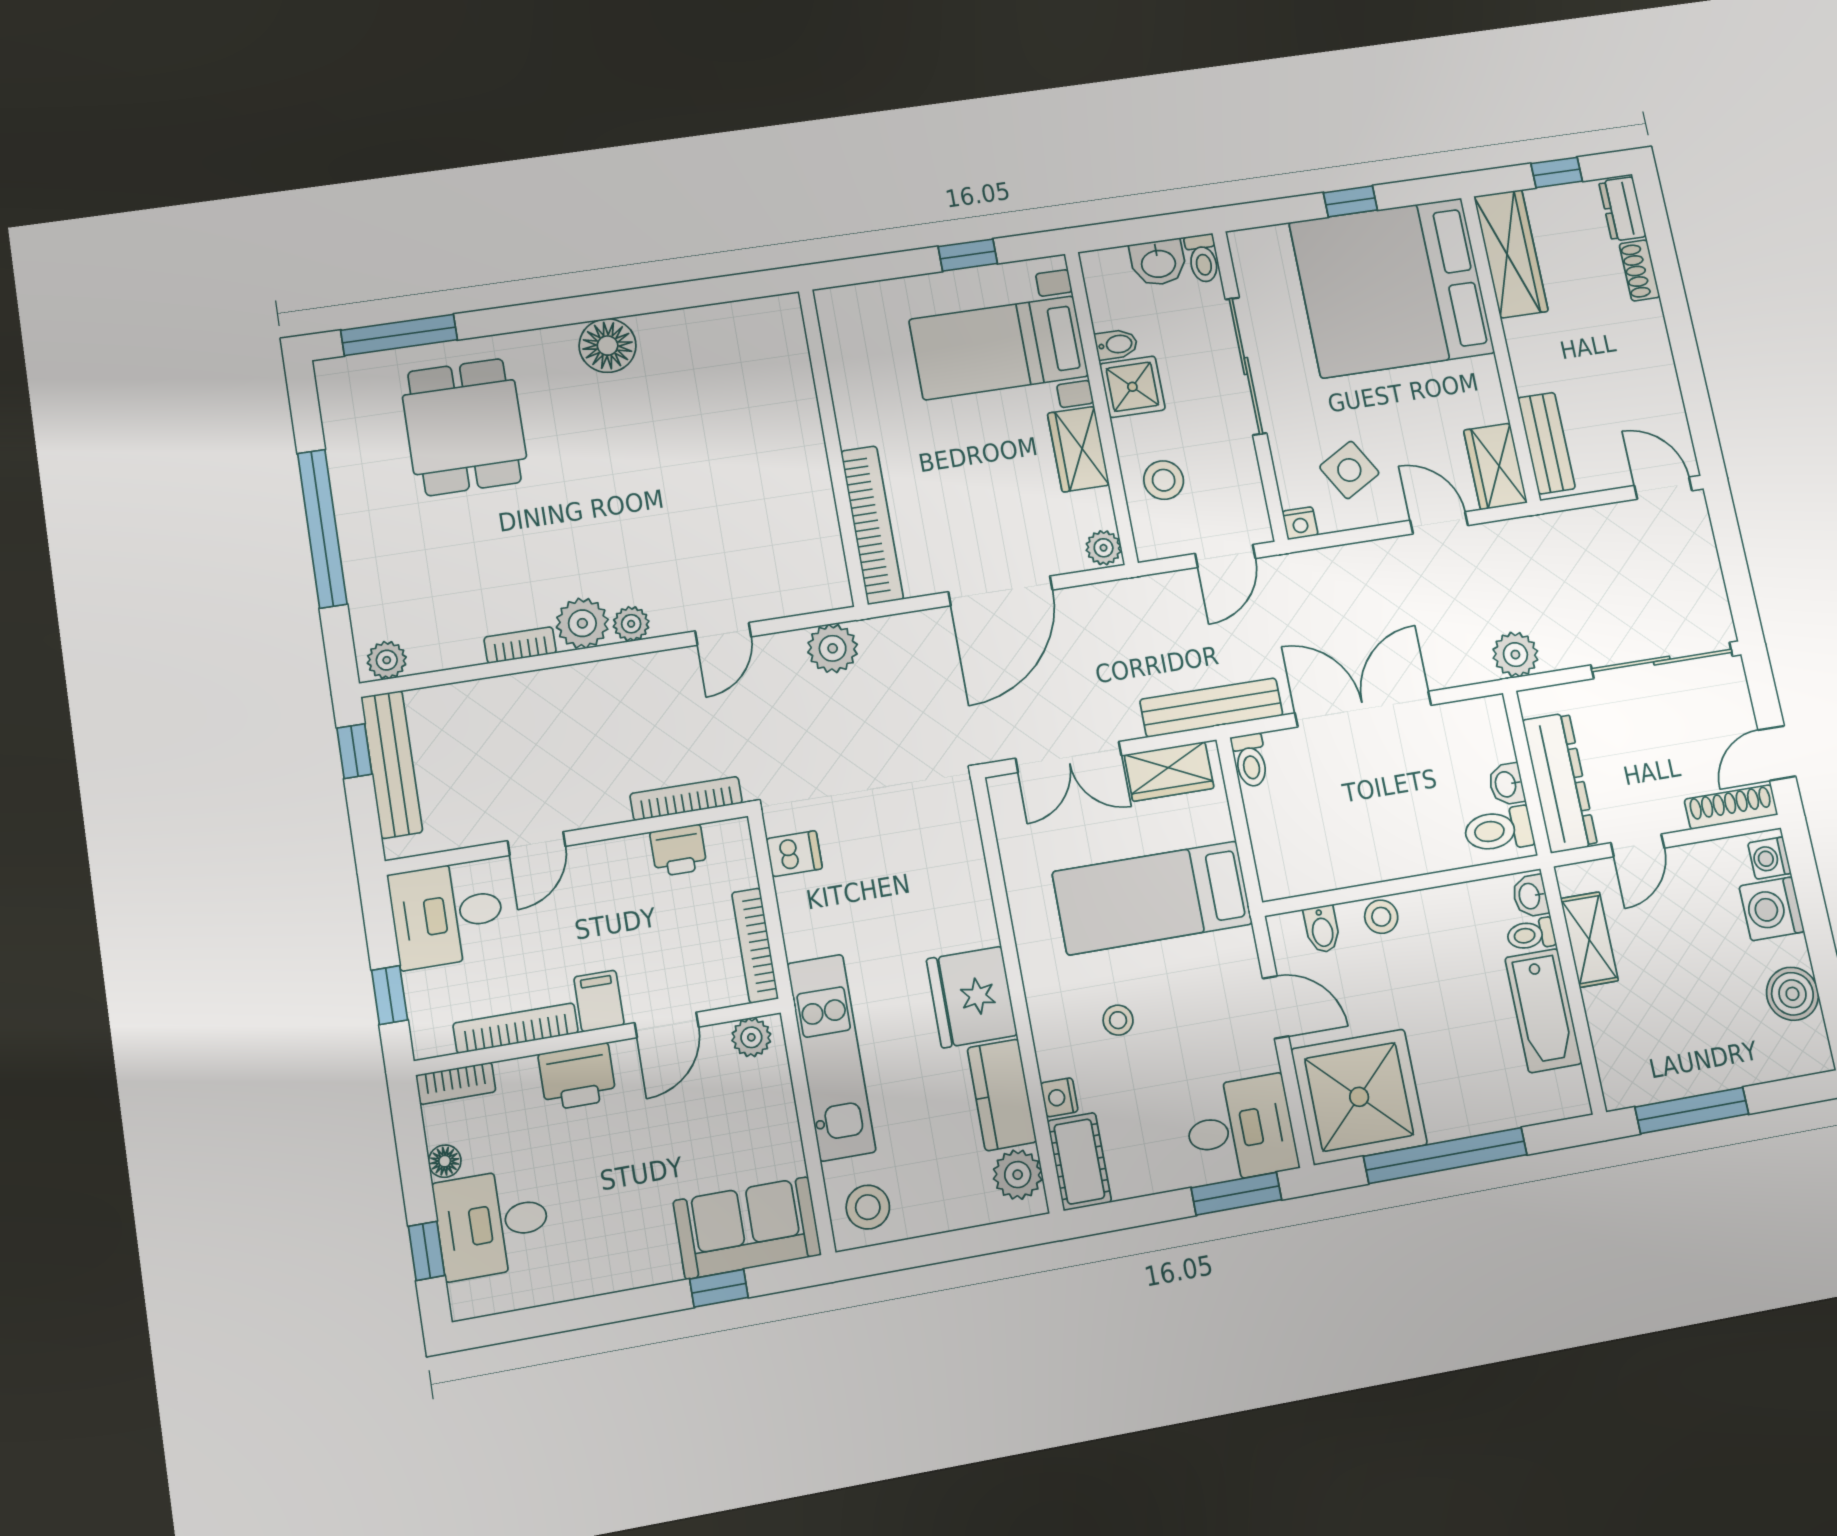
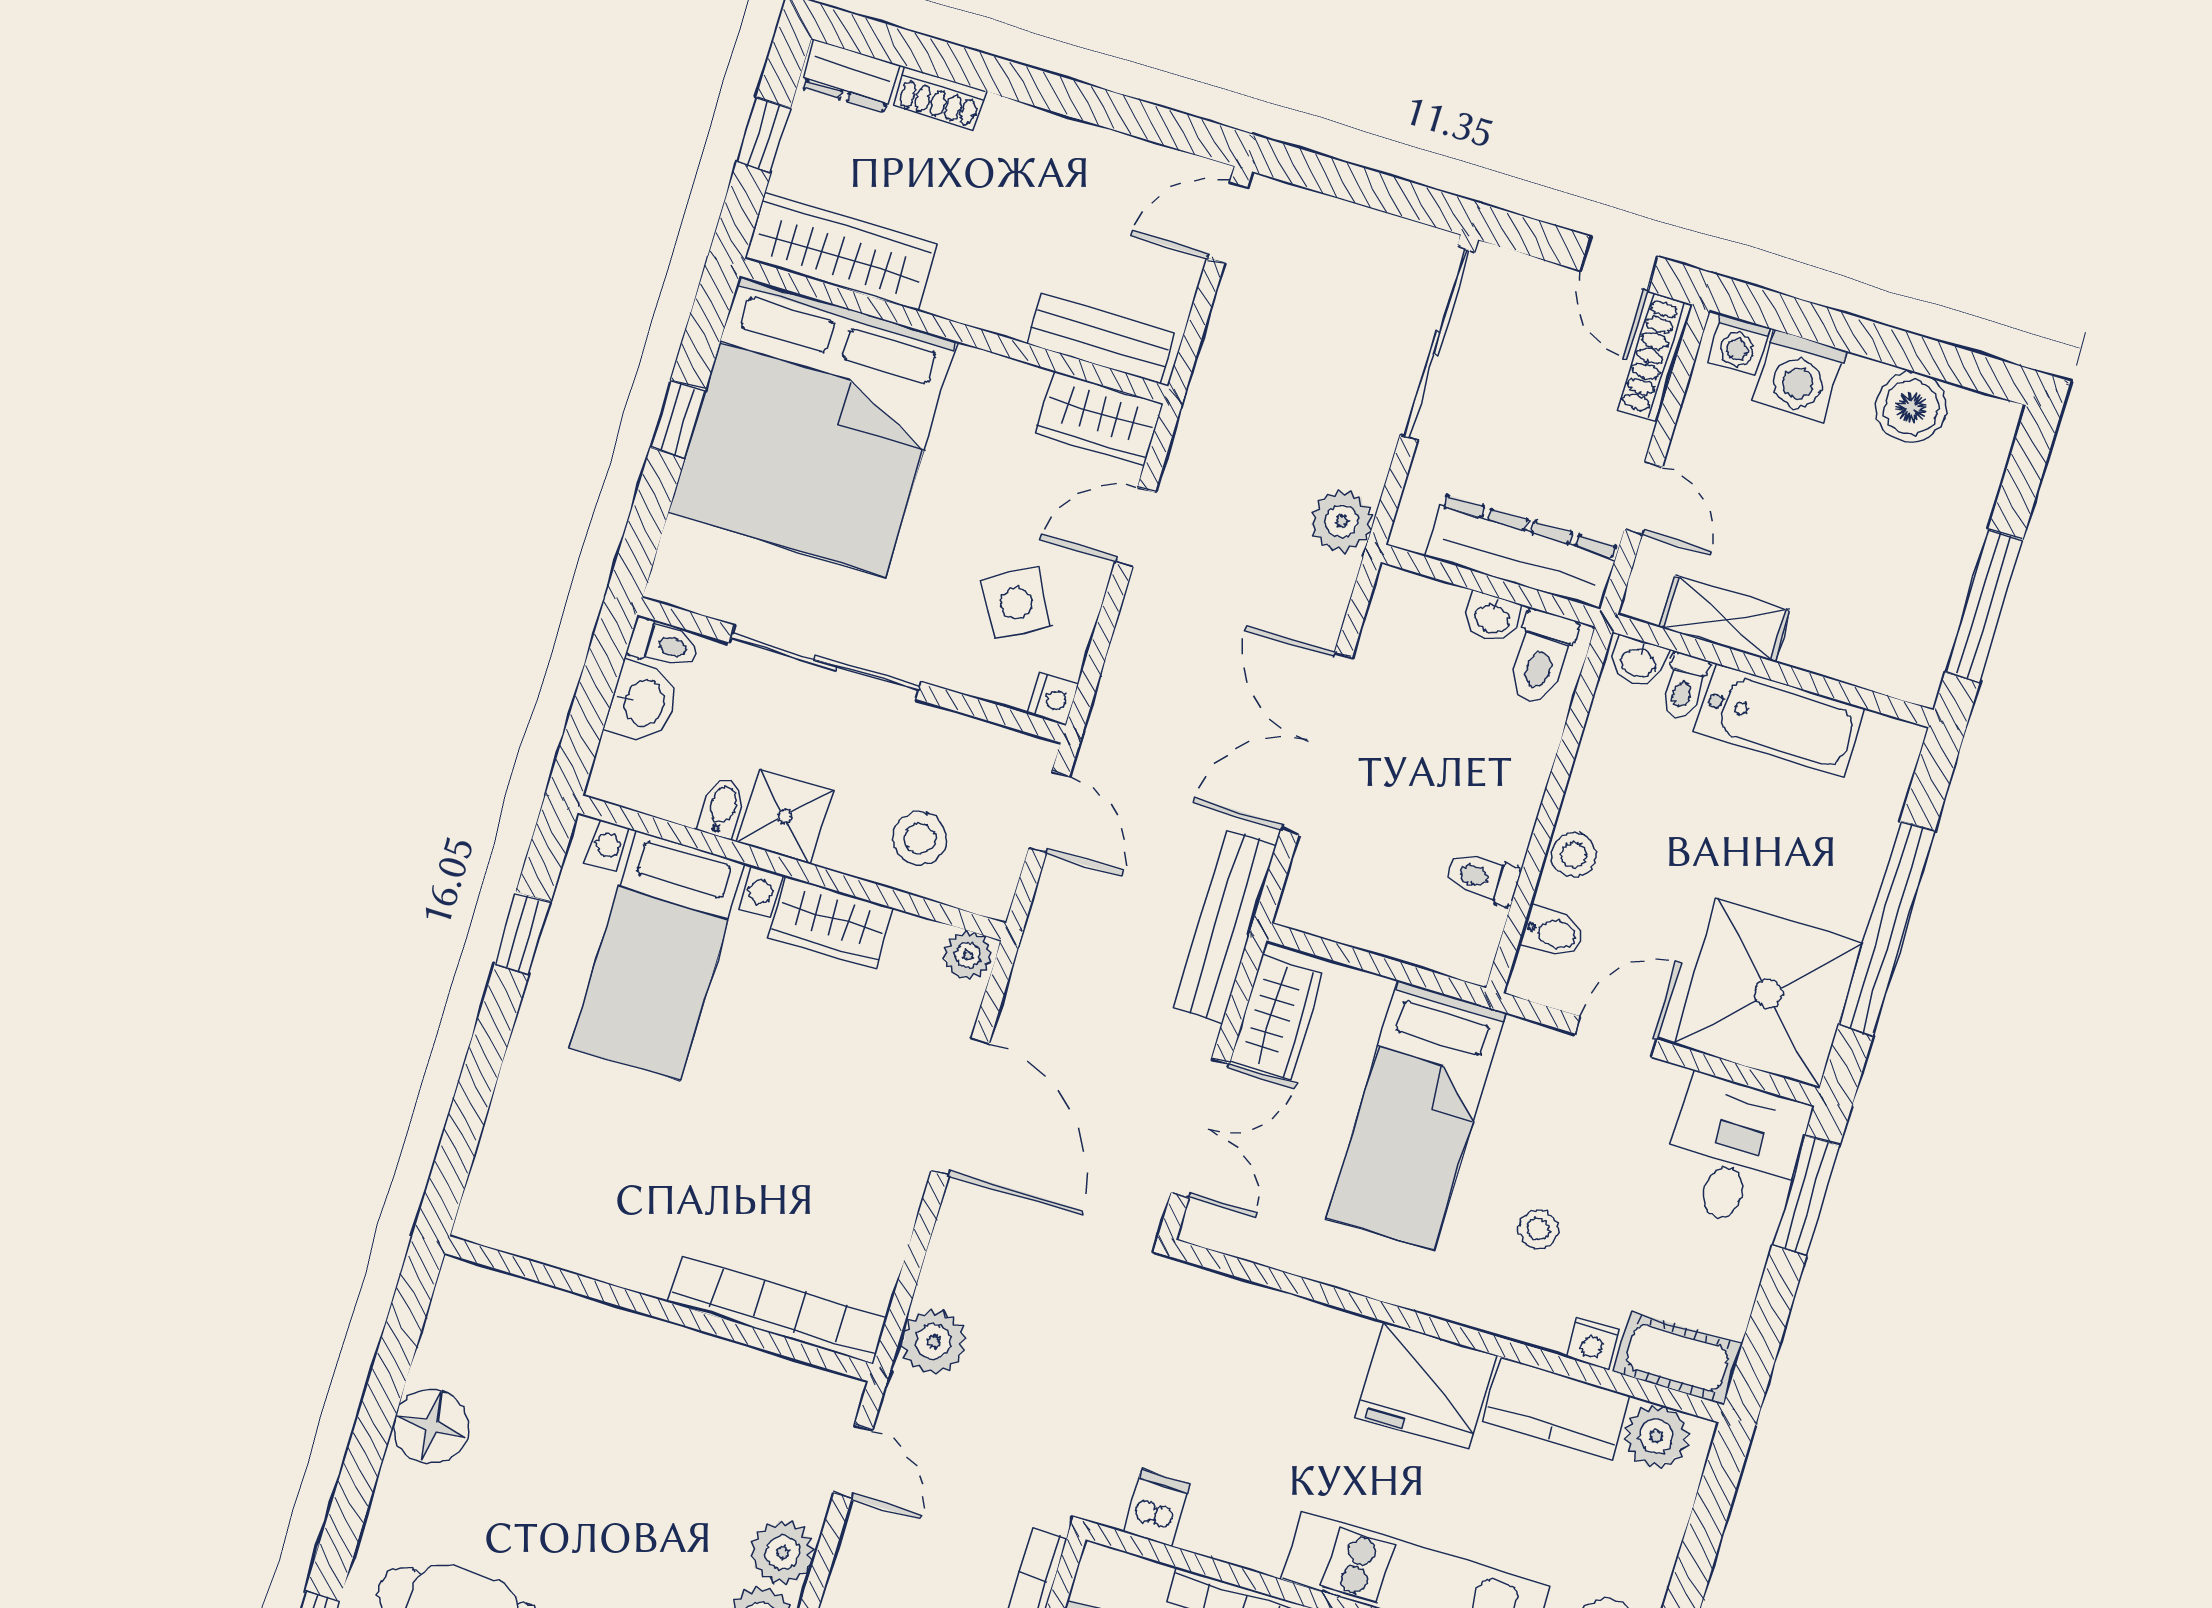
wall: (833, 447) -> (659, 1309), moved
bookcase: (872, 525) -> (778, 1310), moved
plant: (631, 624) -> (783, 1553), width x1.38, depth x1.38
toilet: (1250, 760) -> (1483, 878), moved, turned 180

